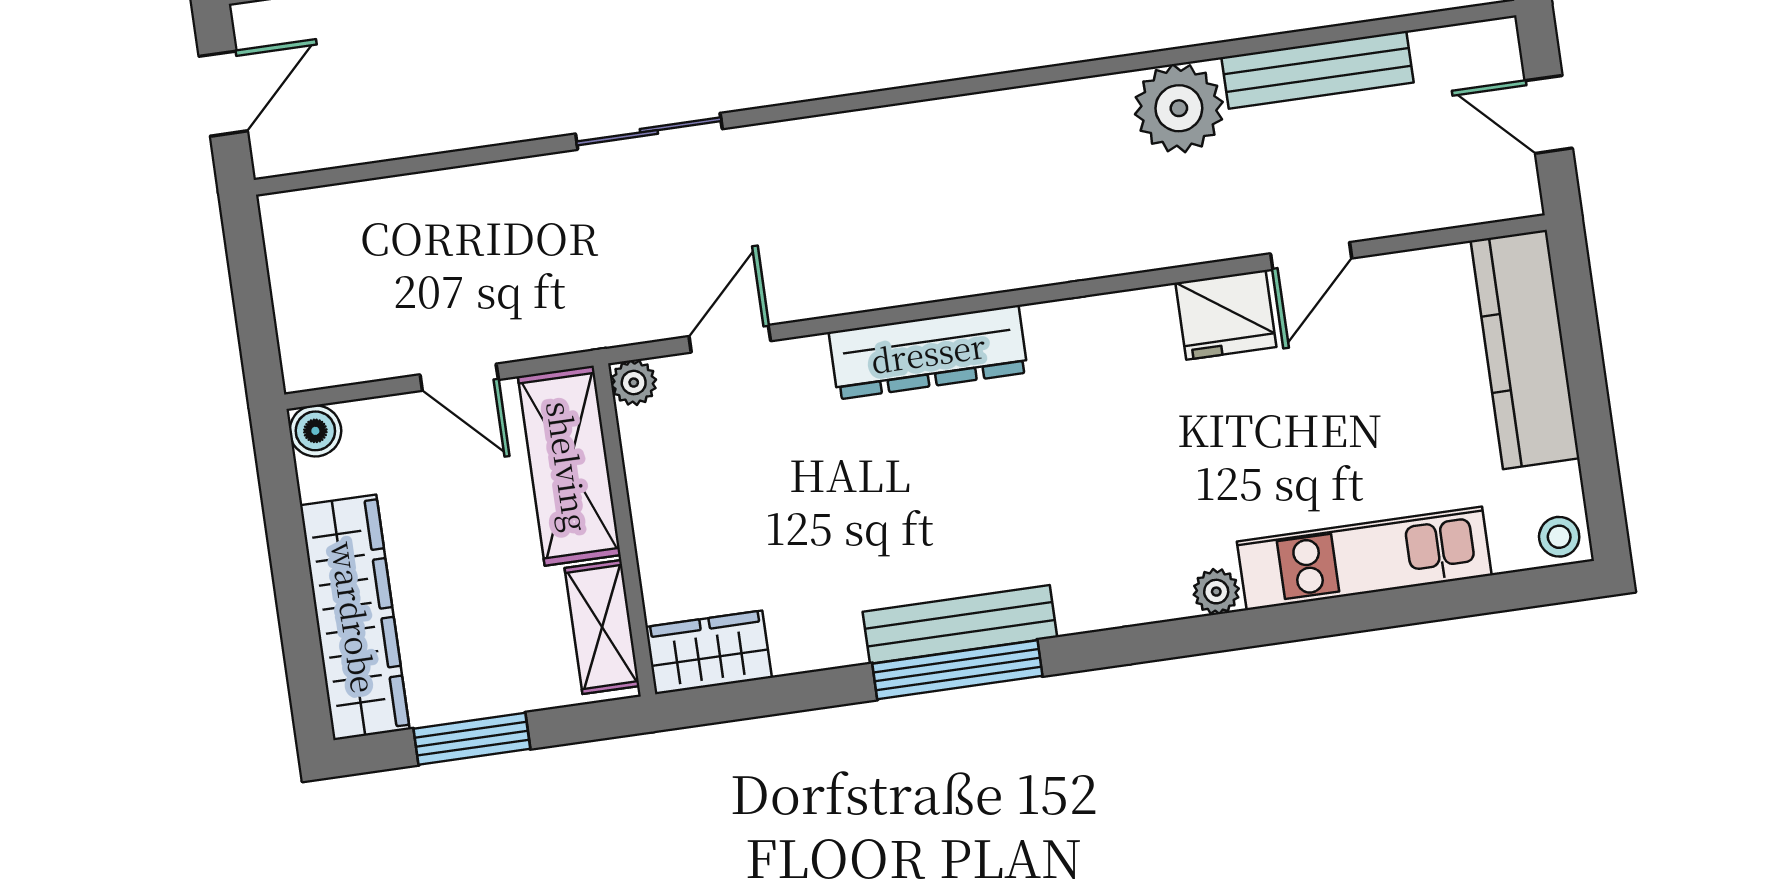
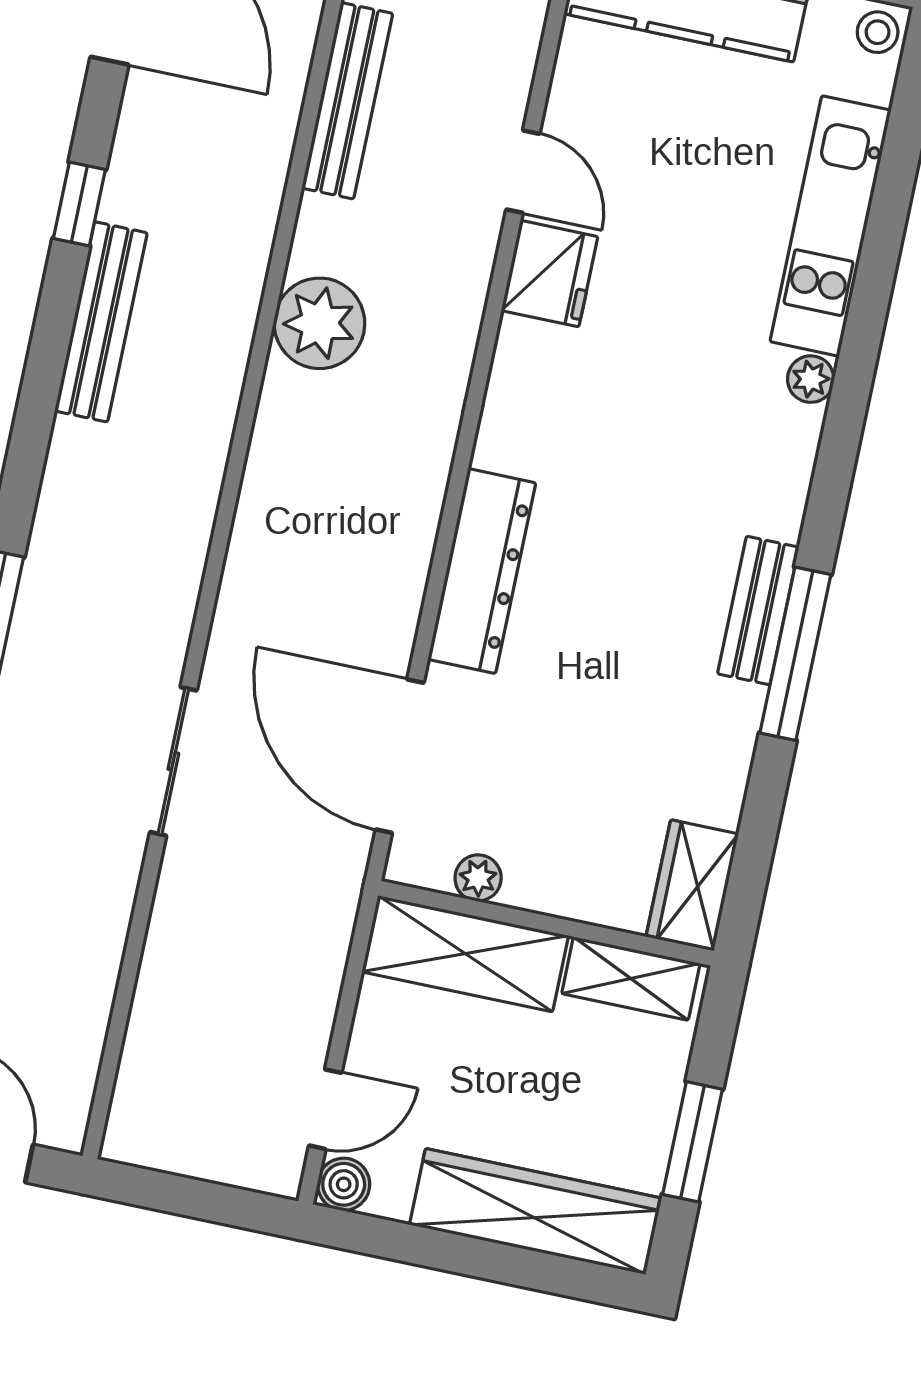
plant: (1179, 108) -> (319, 323), moved
door: (730, 339) -> (400, 756), width x1.87
door: (459, 377) -> (325, 1109), moved
plant: (634, 383) -> (478, 878), moved
bench: (960, 624) -> (758, 610), width x0.73

